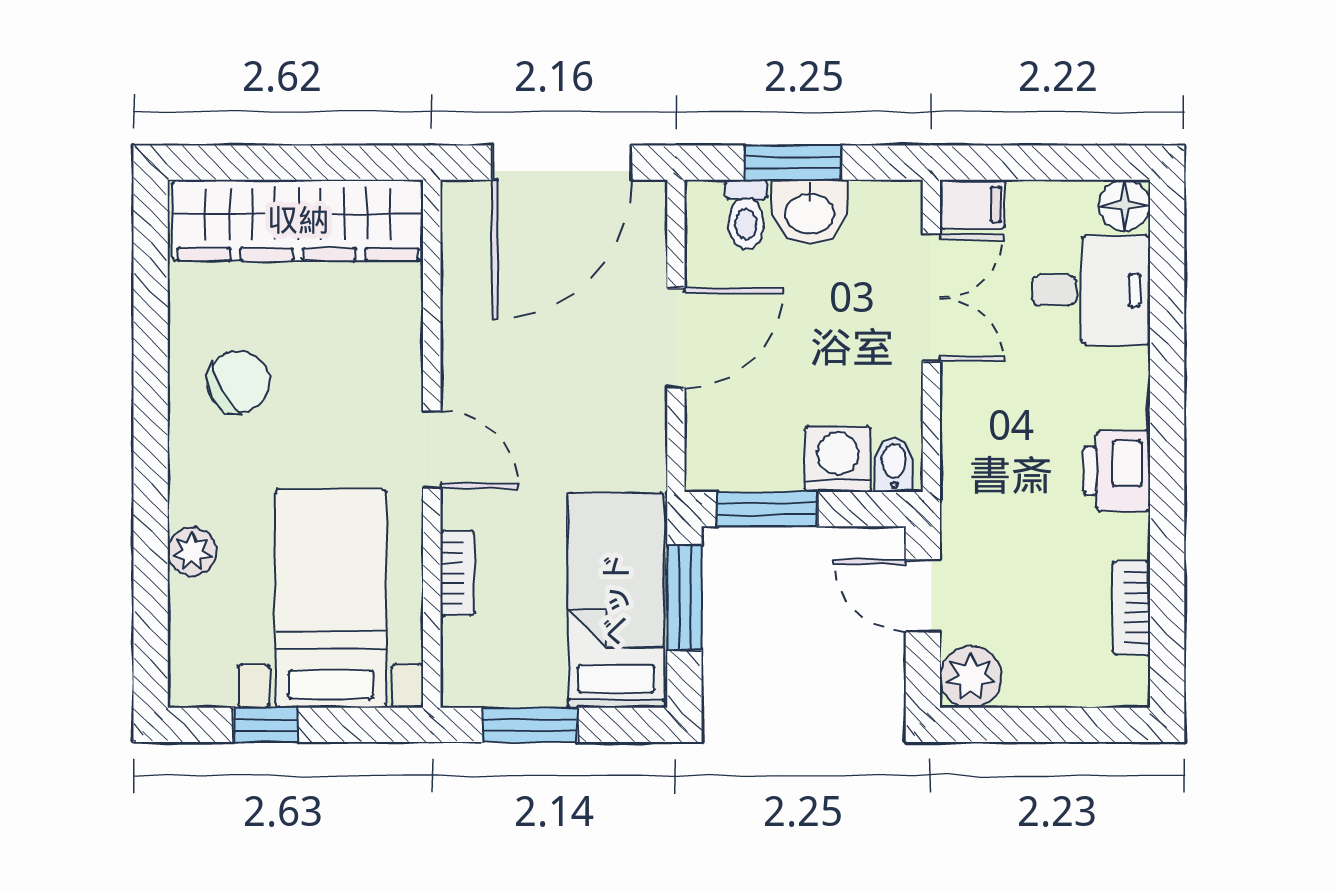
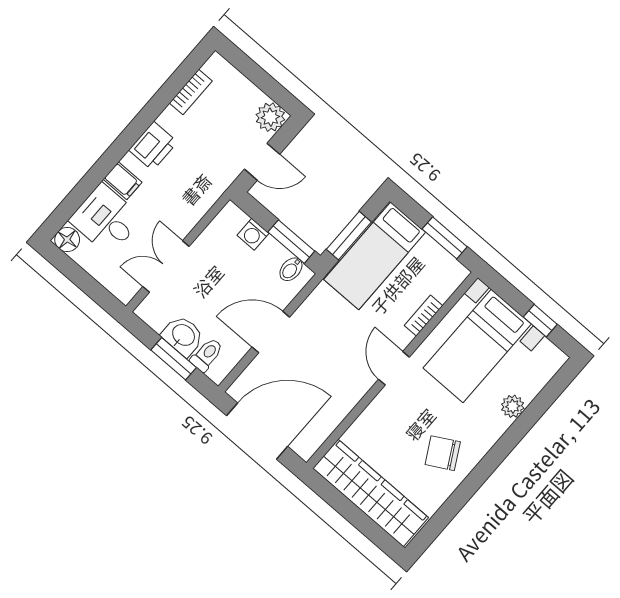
filing cabinet: (973, 204) -> (123, 181), moved, turned 180
washing machine: (838, 459) -> (253, 234), width x0.73, depth x0.73
bidet: (894, 465) -> (291, 269), moved
door: (923, 595) -> (262, 162), hinge flipped

